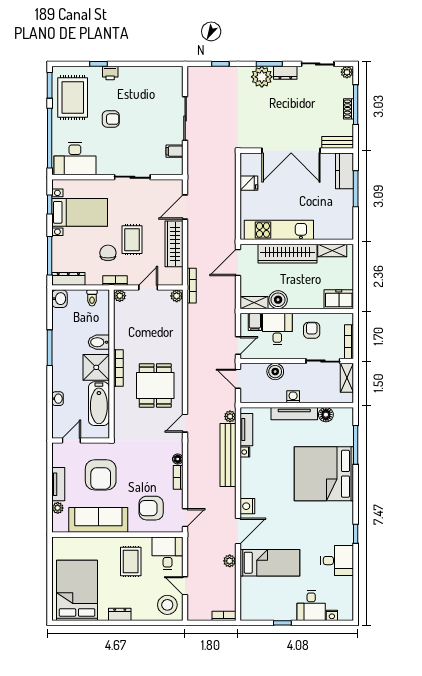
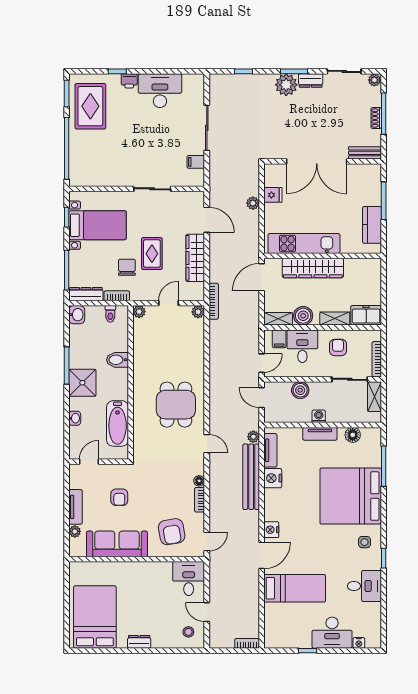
armchair: (111, 119) -> (130, 129), removed
desk: (75, 159) -> (160, 91), moved, turned 180
kitchen counter: (344, 171) -> (372, 225), moved
door: (185, 207) -> (207, 220), swing flipped
shelving: (332, 251) -> (335, 319), moved
bookcase: (115, 280) -> (117, 296), moved
shower: (96, 367) -> (82, 383), moved
bookcase: (118, 368) -> (138, 386), removed
tv unit: (294, 414) -> (320, 434), width x0.71
door: (185, 423) -> (207, 444), swing flipped
nightstand: (245, 452) -> (273, 478), width x1.89, depth x1.79
armchair: (101, 475) -> (119, 497), width x0.53, depth x0.53
armchair: (151, 508) -> (172, 532), turned -100
side table: (337, 518) -> (365, 542), added
plant: (230, 561) -> (253, 203), moved
rug: (131, 562) -> (150, 587), removed
stool: (167, 605) -> (188, 632), width x0.53, depth x0.53
desk: (311, 606) -> (332, 633), width x1.37

